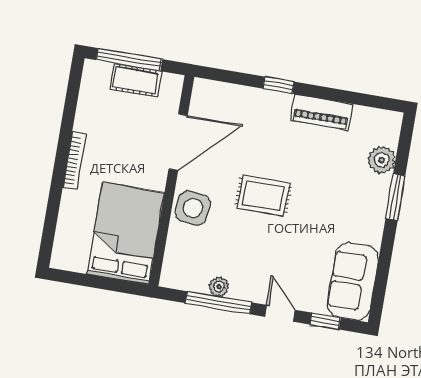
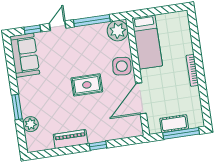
bed: (126, 233) -> (147, 42), width x0.67
plant: (219, 287) -> (118, 31), moved, width x1.88, depth x1.88
door: (280, 313) -> (58, 26), swing flipped

